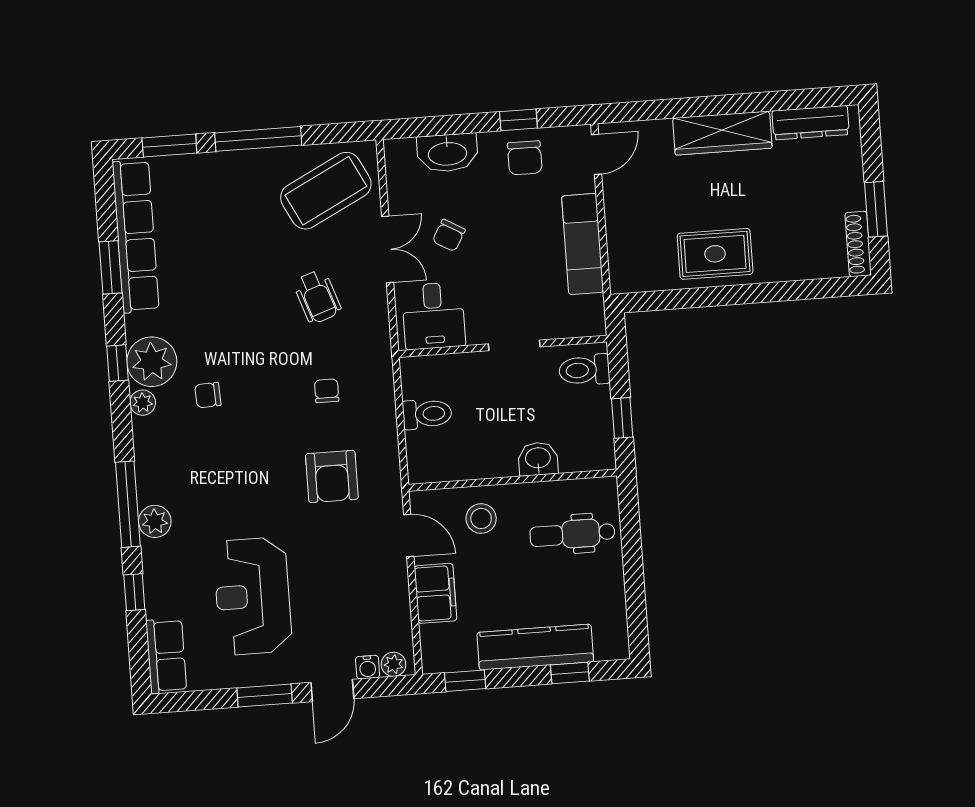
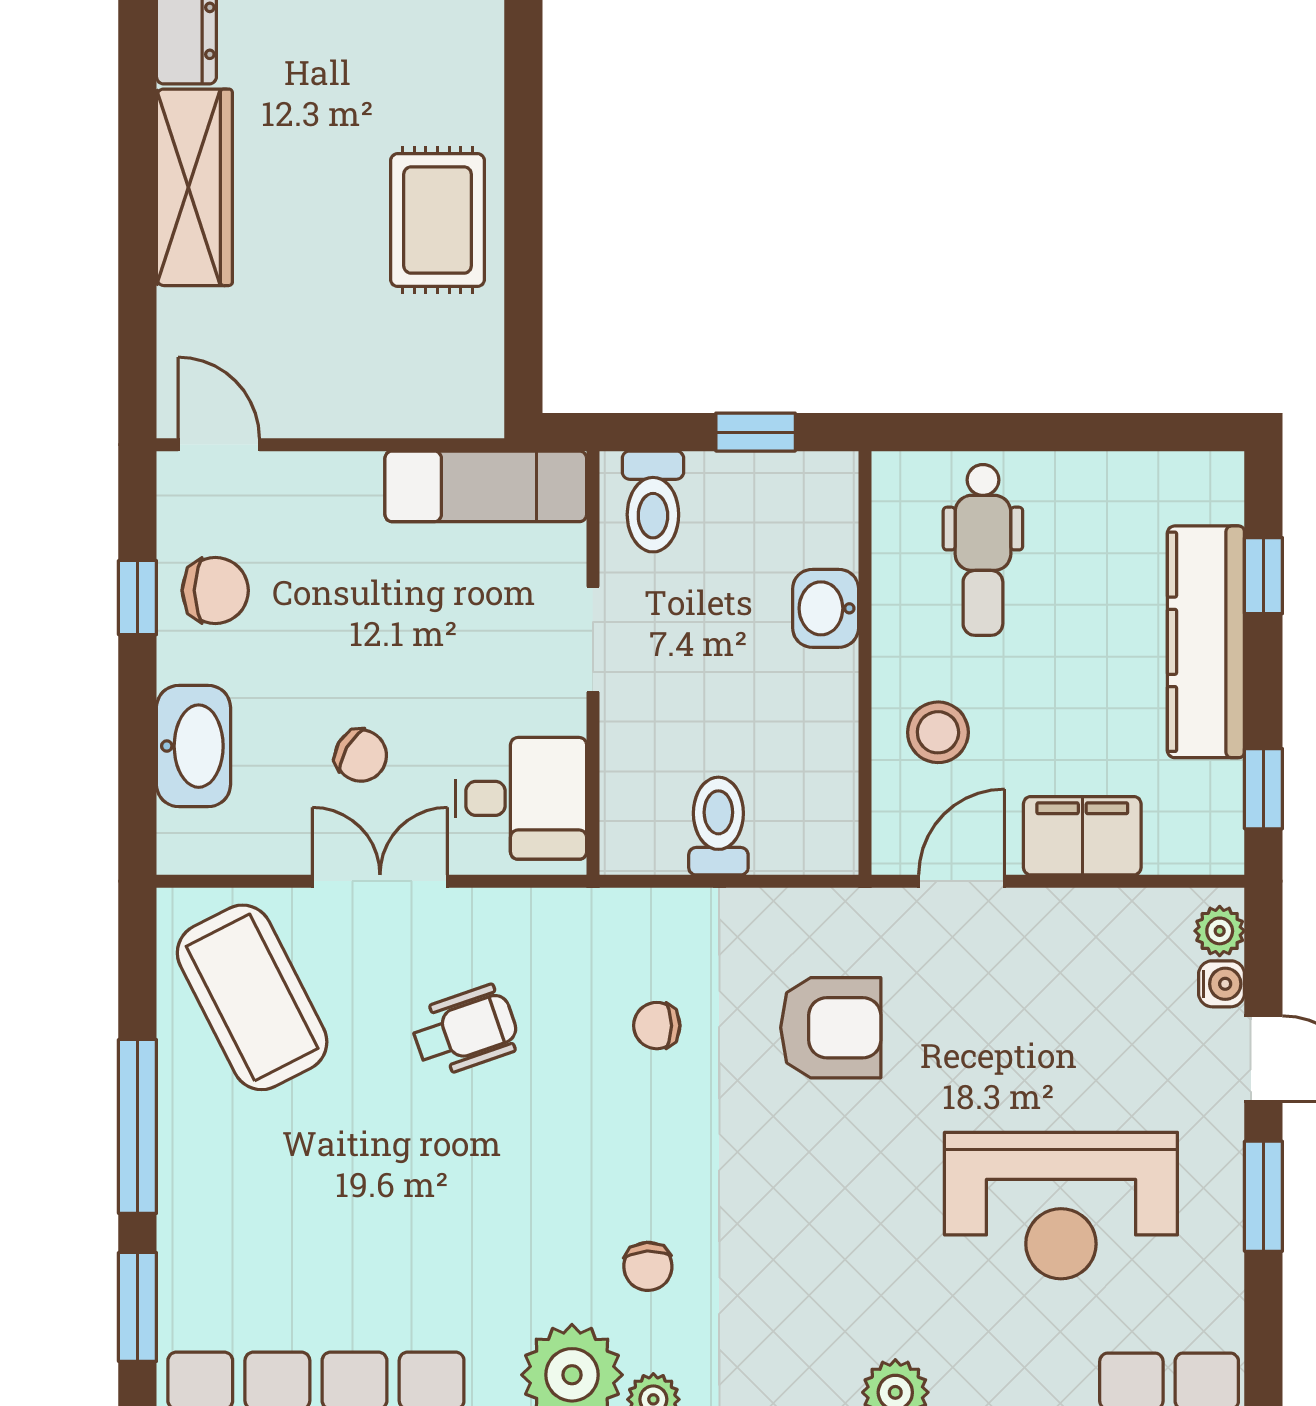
exam couch: (583, 244) -> (486, 486), moved

